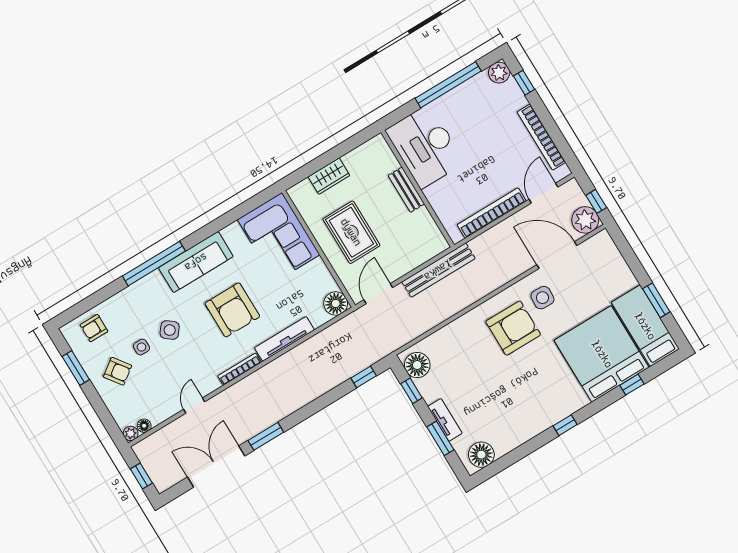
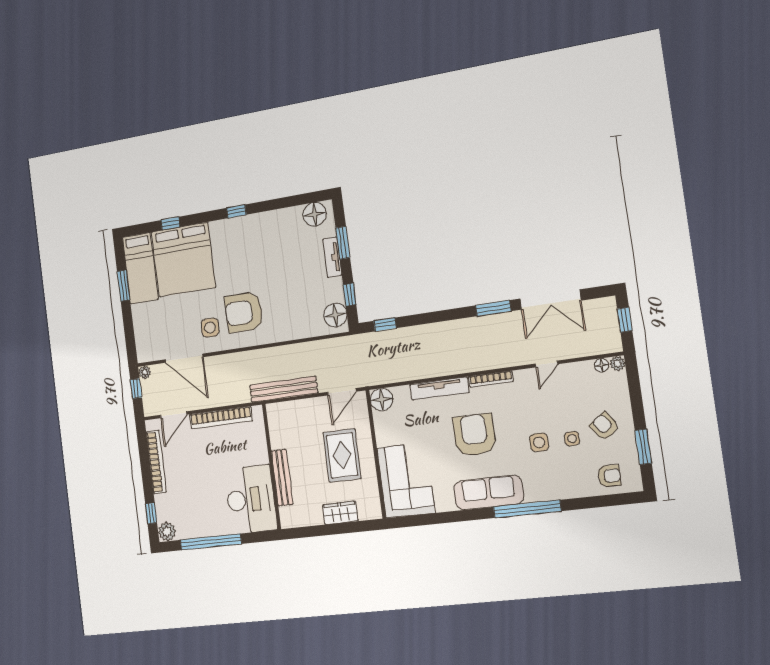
bench: (406, 190) -> (282, 478), width x1.36
plant: (585, 220) -> (145, 372), width x0.53, depth x0.53
side table: (170, 330) -> (539, 442), turned -38

